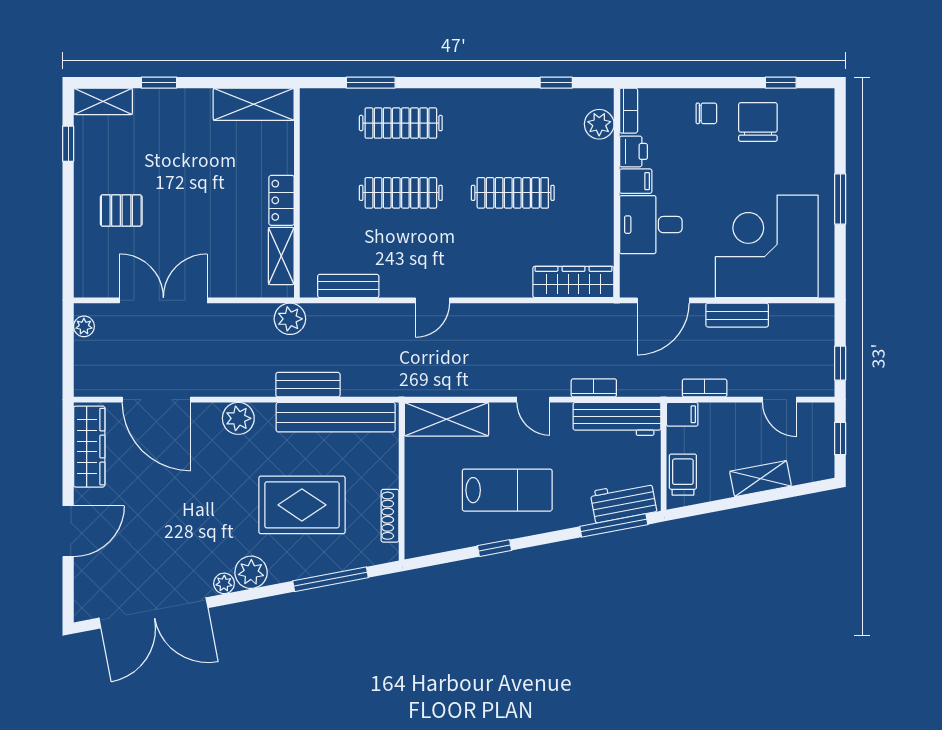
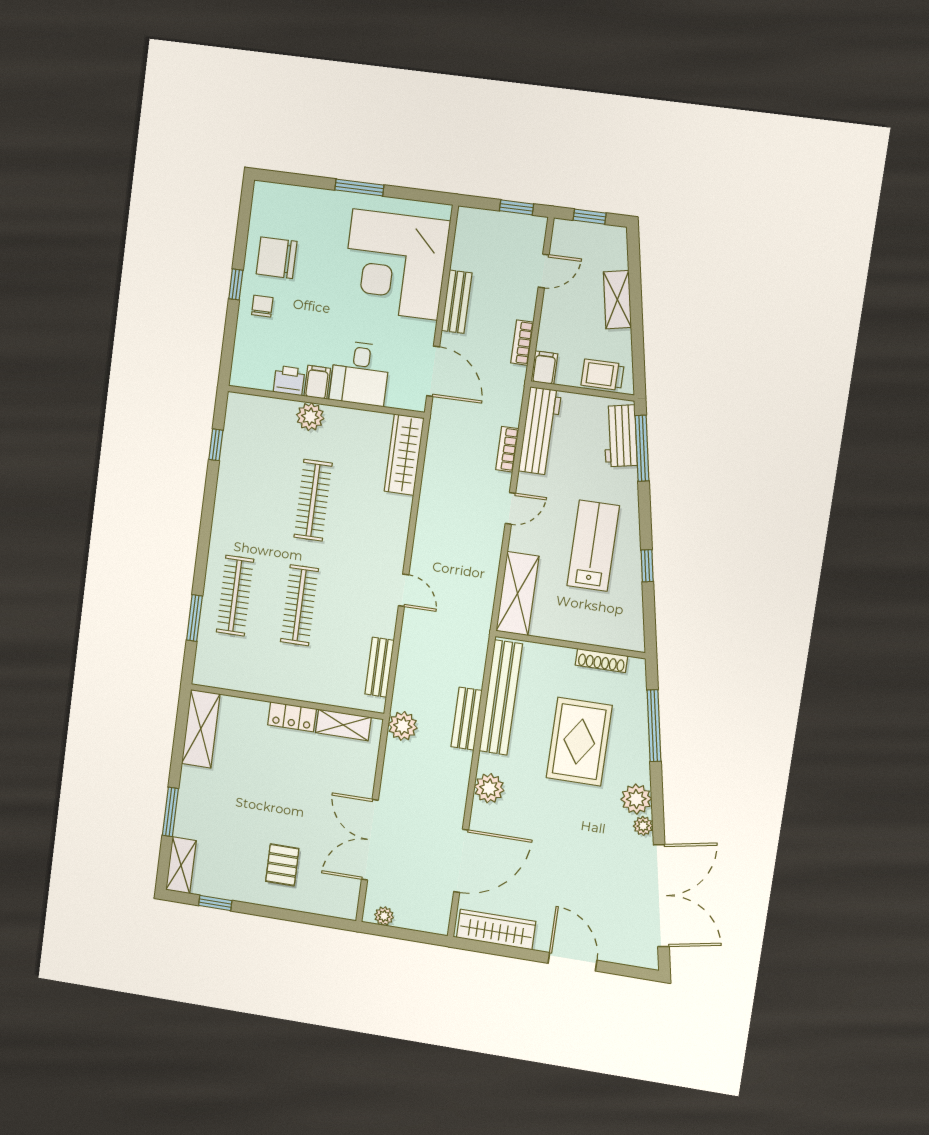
window: (159, 83) -> (170, 812), width x1.50
window: (781, 83) -> (236, 284), moved
bookcase: (629, 111) -> (250, 380), removed
plant: (599, 124) -> (310, 417), moved

